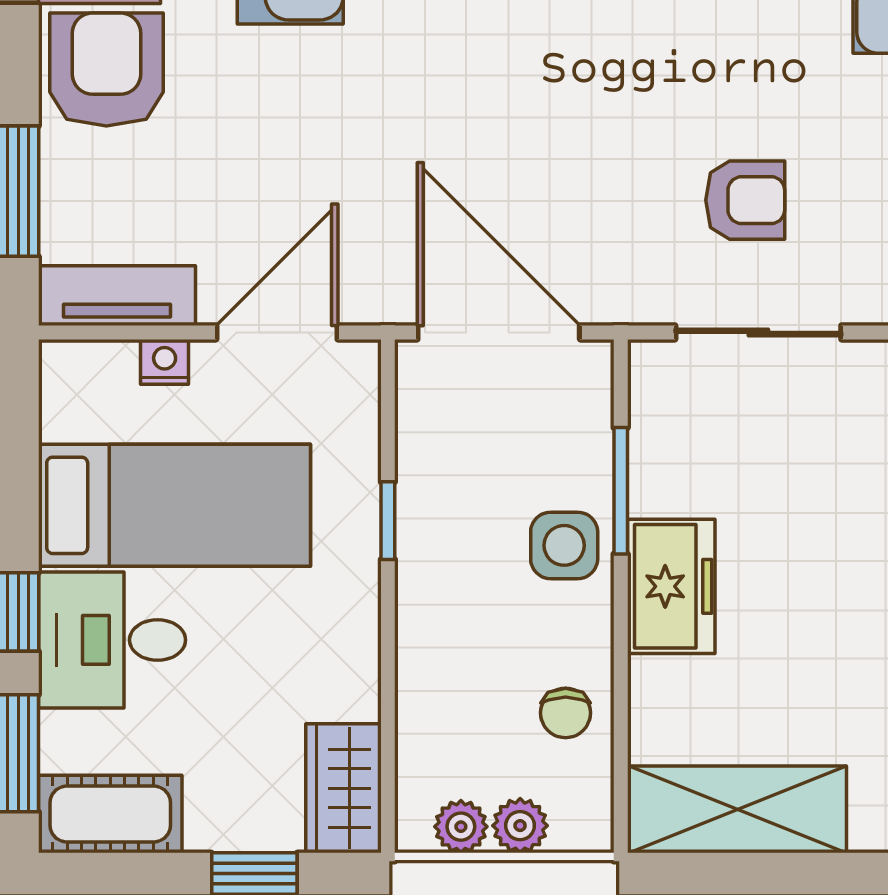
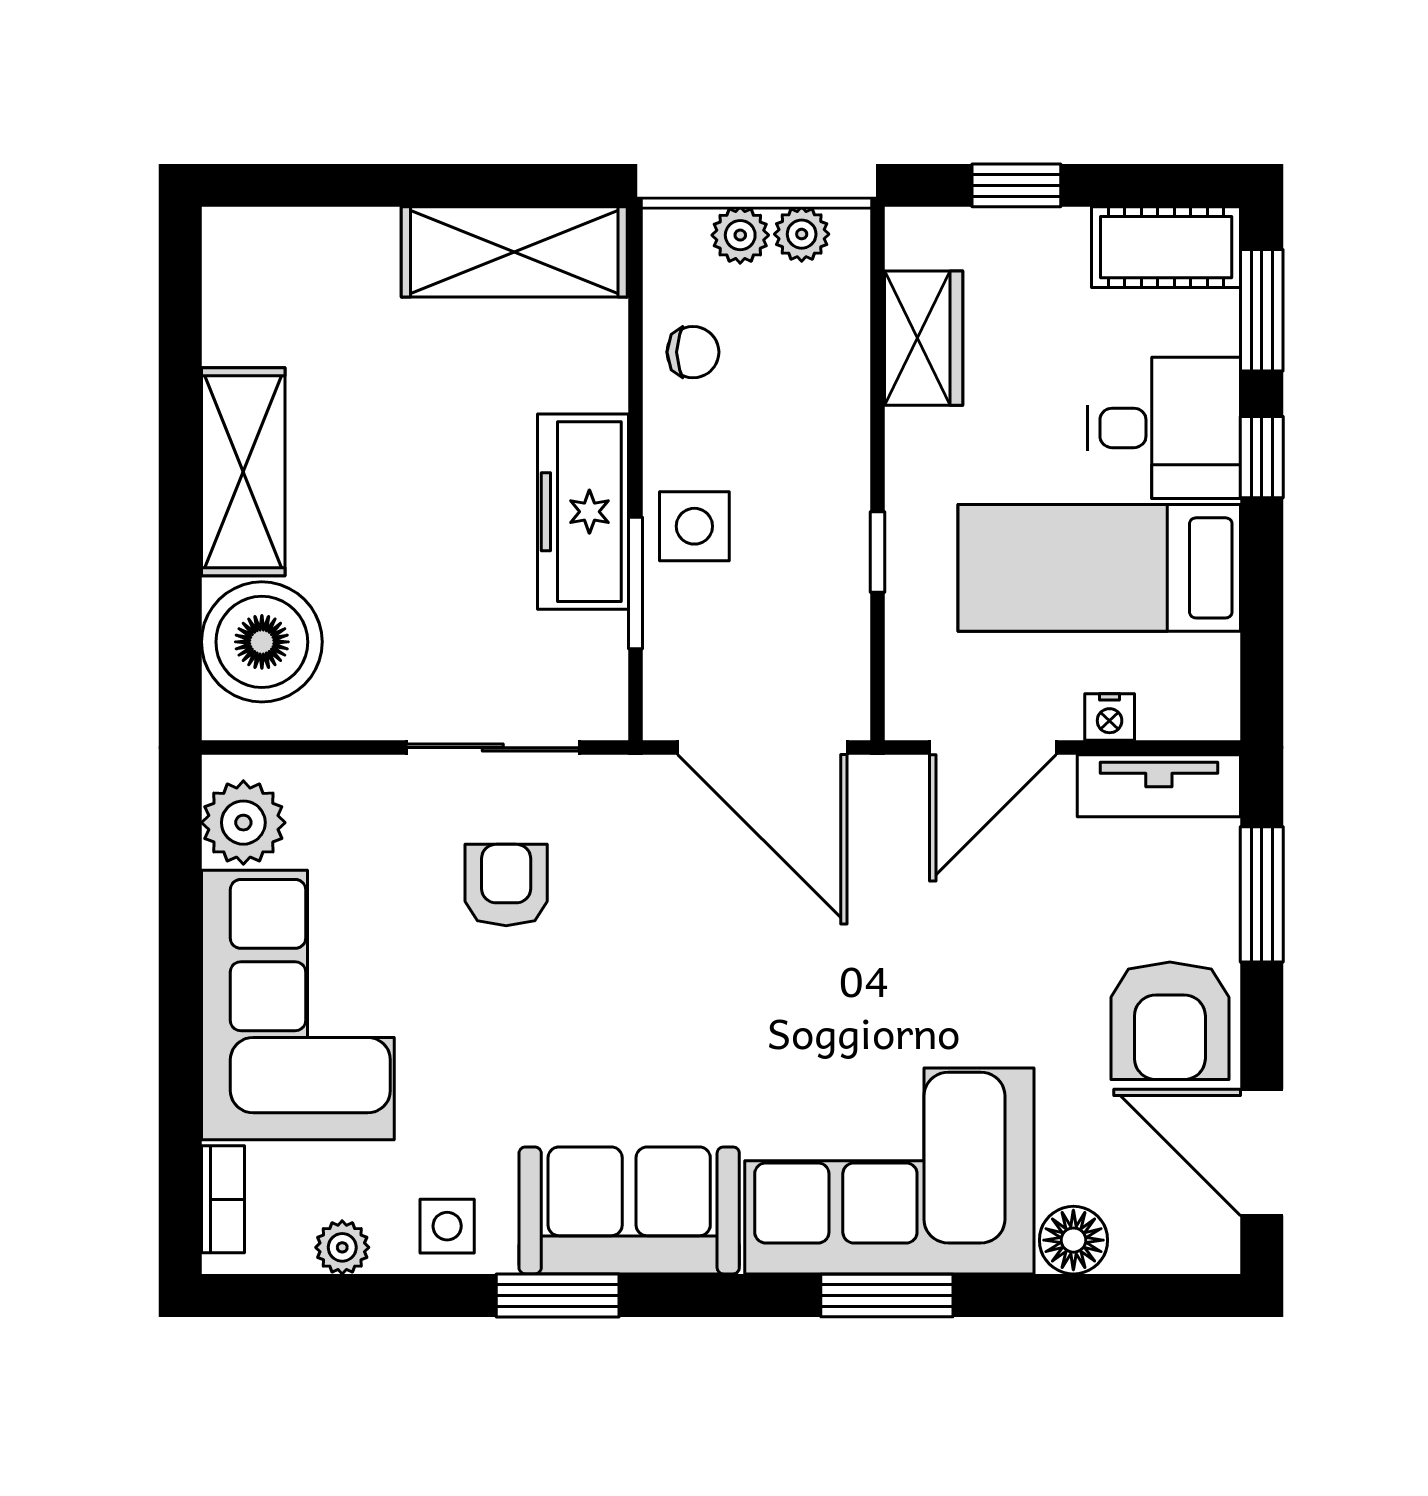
armchair: (745, 200) -> (506, 885), turned 90
freezer: (671, 586) -> (583, 512), width x1.40
chair: (566, 713) -> (693, 352), turned 90
wardrobe: (344, 788) -> (924, 338), moved

